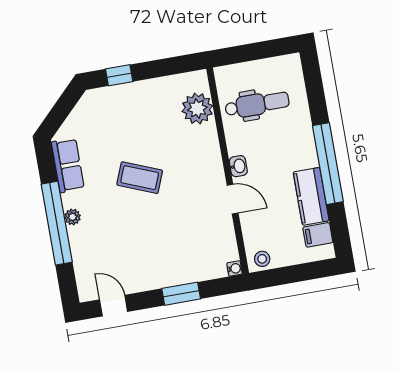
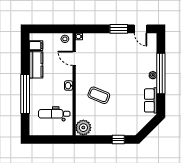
plant: (197, 109) -> (83, 128), moved
window: (328, 164) -> (25, 94), moved
coffee table: (140, 178) -> (99, 95), moved
door: (233, 199) -> (74, 58), moved
window: (181, 294) -> (119, 29), moved

